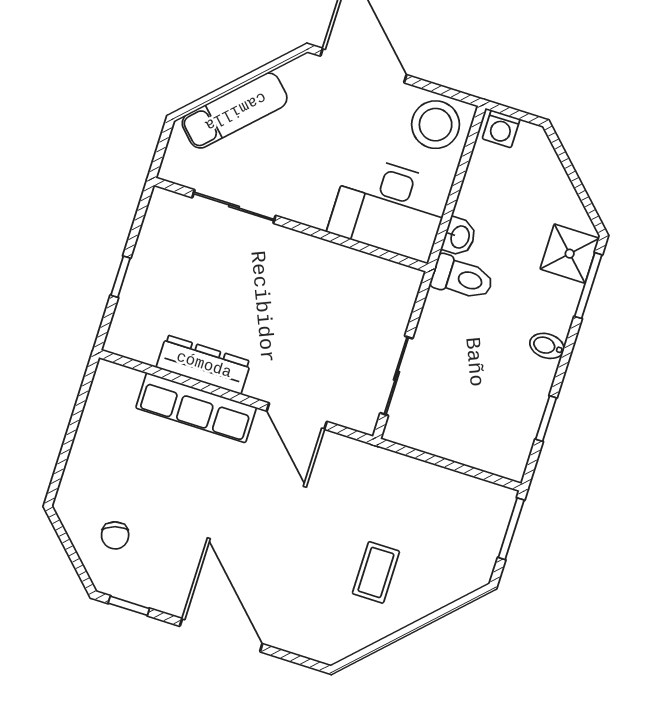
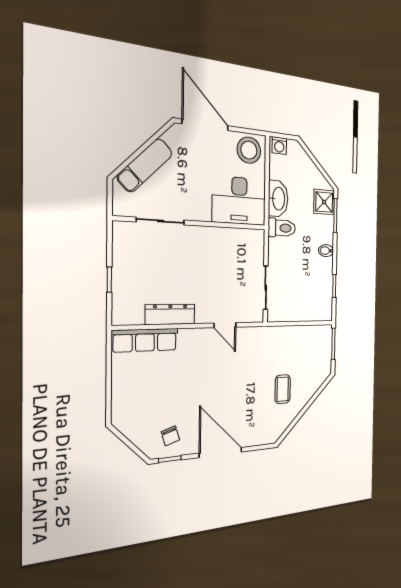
washbasin: (459, 237) -> (278, 199), width x1.91, depth x1.45
row of seats: (196, 408) -> (145, 340), moved
door: (297, 416) -> (225, 325), width x0.73
chair: (115, 535) -> (170, 436), moved

